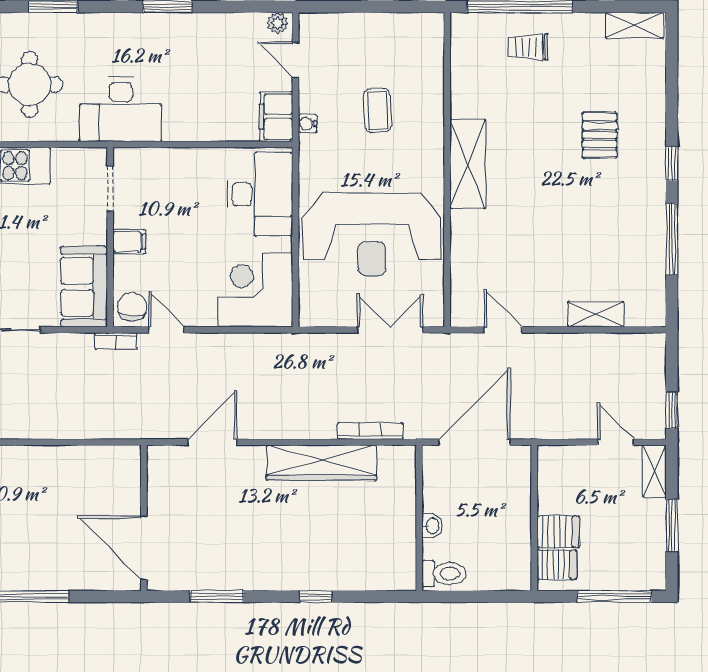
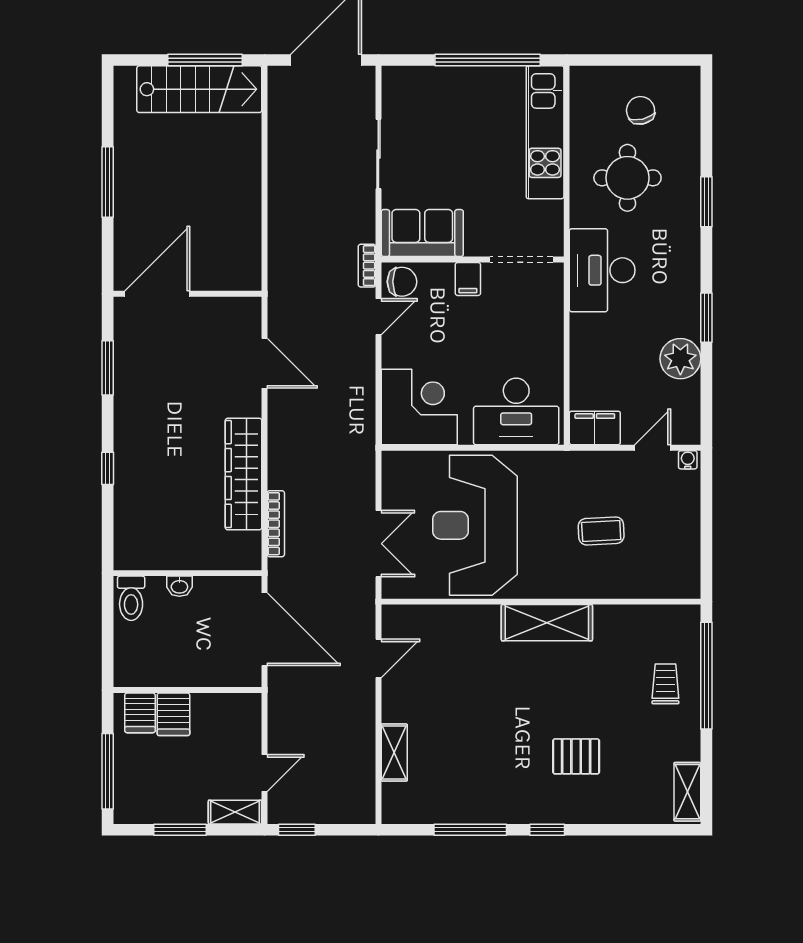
plant: (277, 23) -> (680, 359), moved, width x1.88, depth x1.88
water cooler: (307, 124) -> (688, 460), moved
doorway: (110, 189) -> (522, 260), width x1.38

